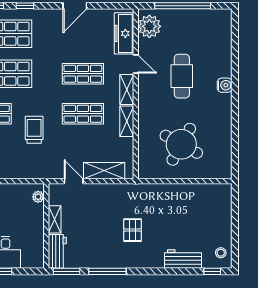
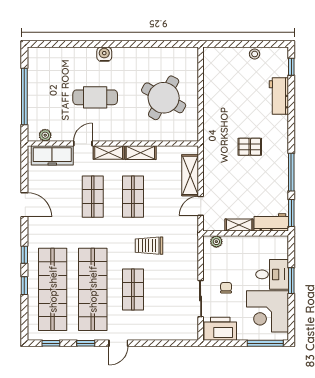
plant: (149, 26) -> (45, 135), width x0.53, depth x0.53
stool: (221, 253) -> (255, 54), moved

